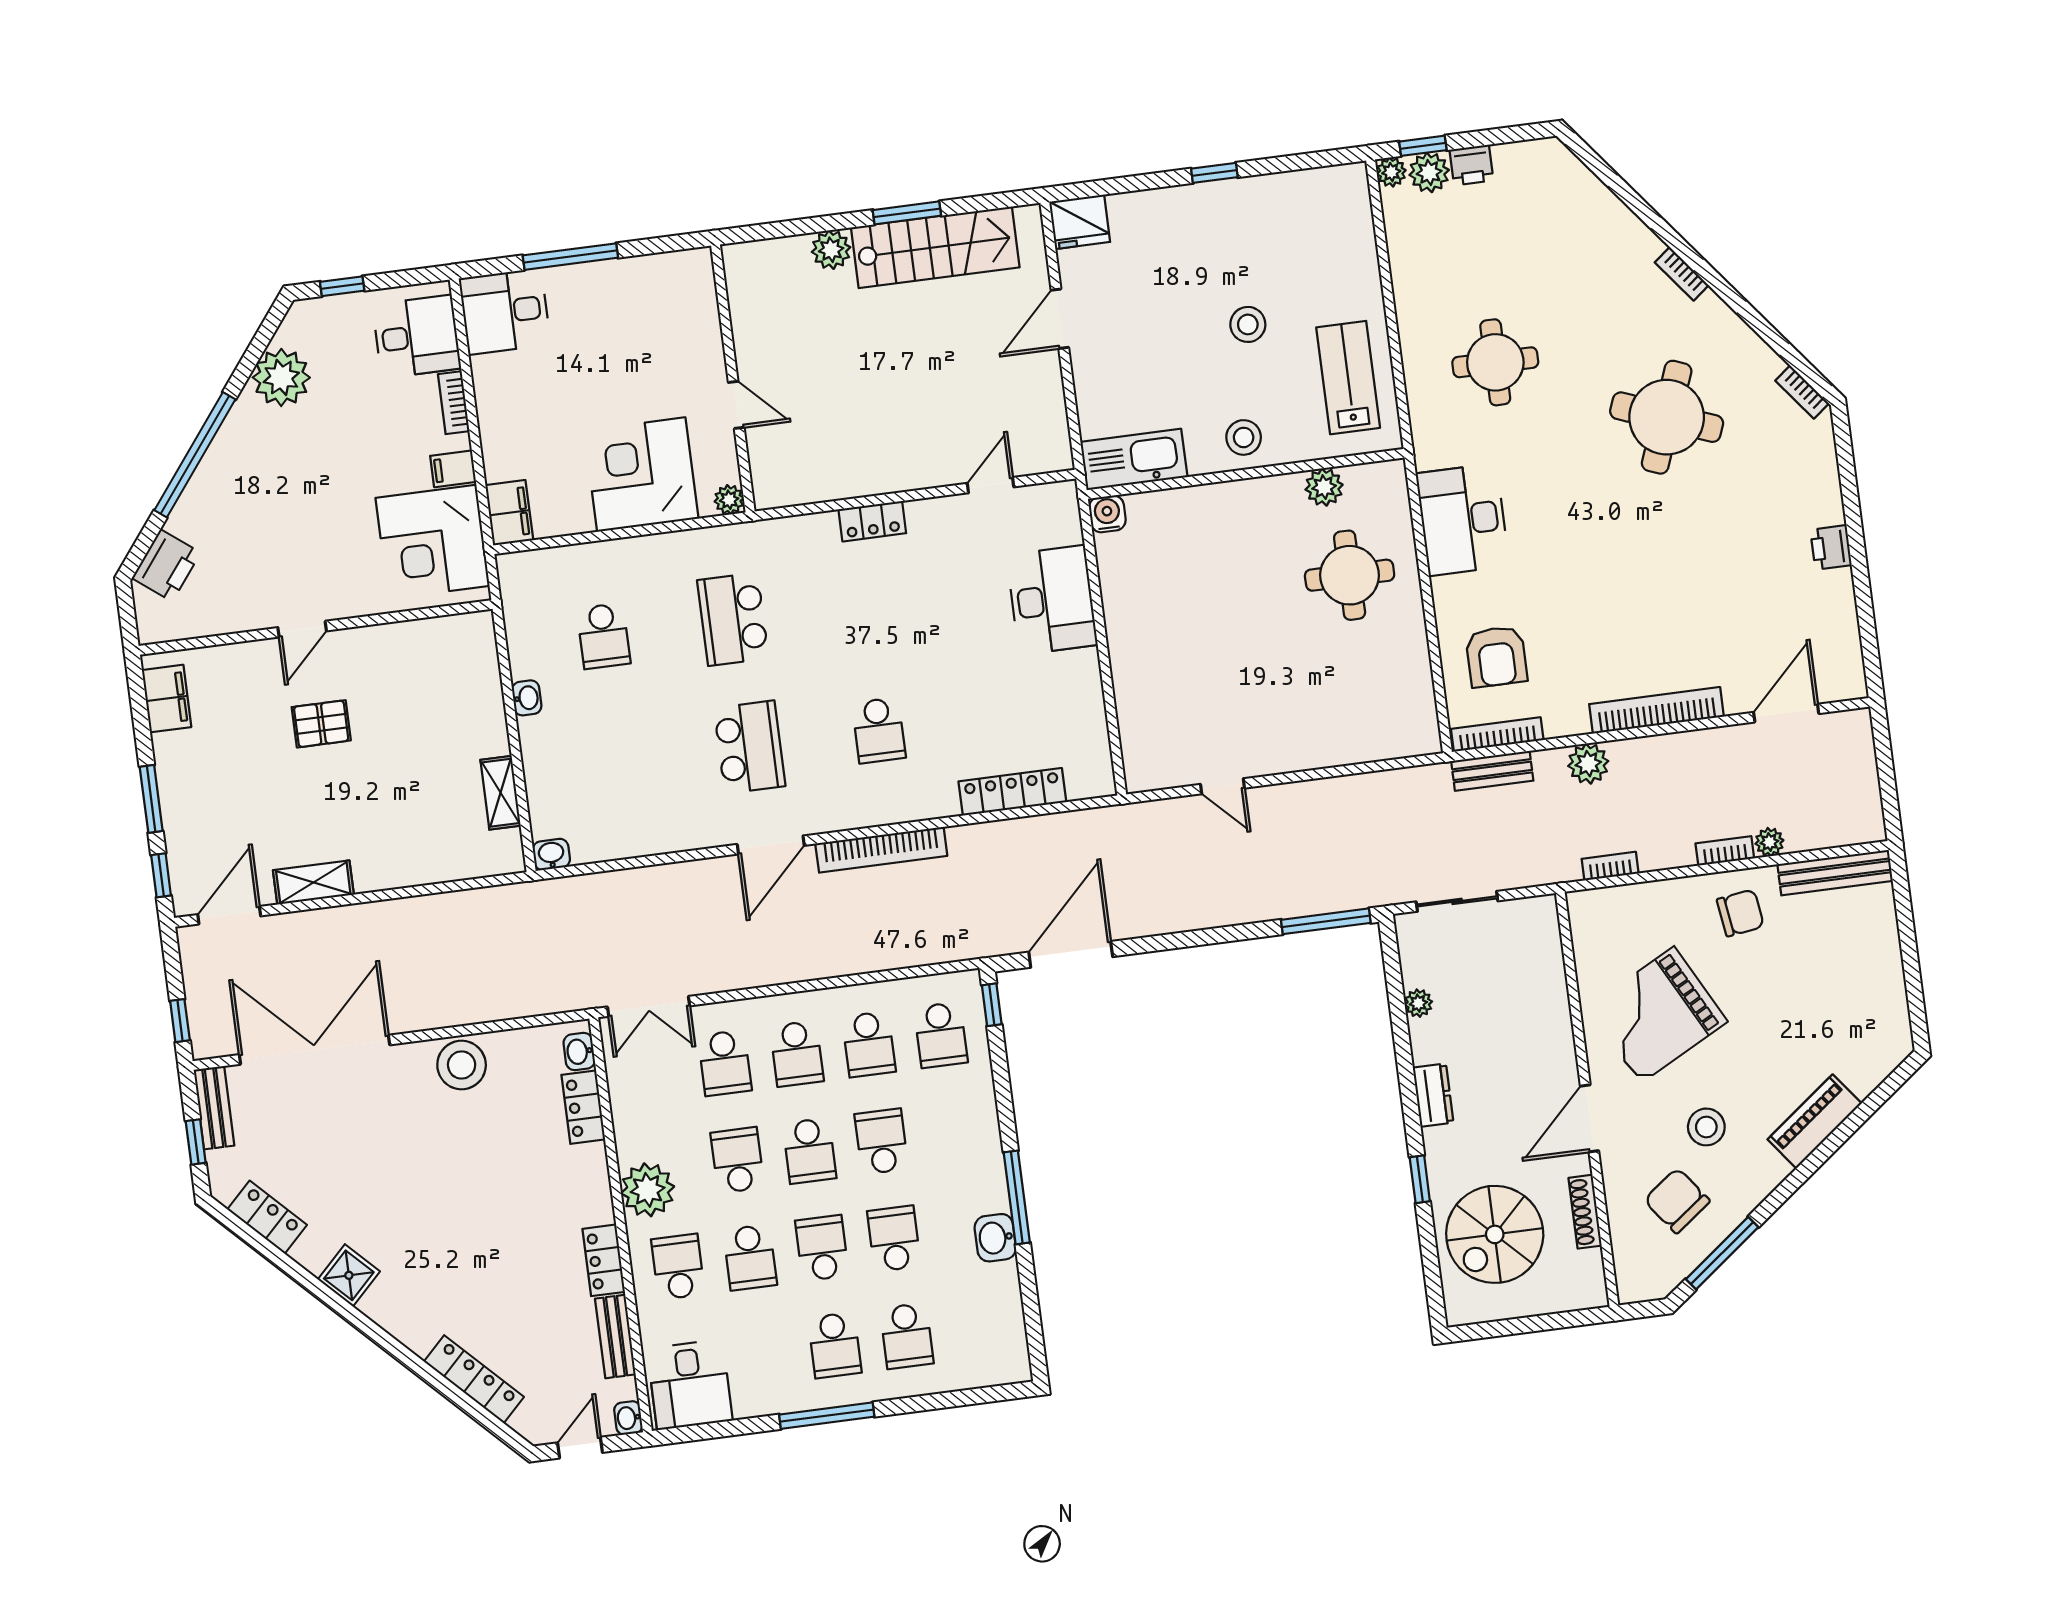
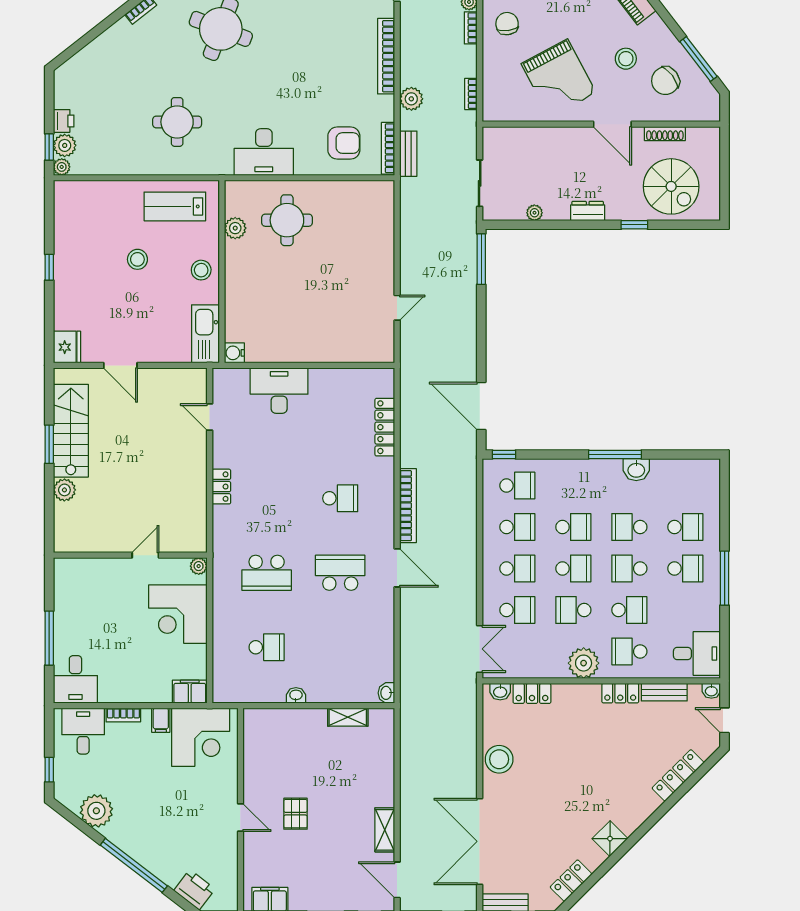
school desk: (881, 1141) -> (573, 527), turned 180

